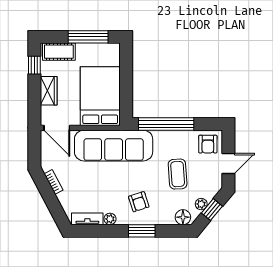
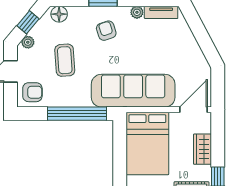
door: (57, 128) -> (194, 110), hinge flipped
armchair: (208, 144) -> (32, 92), turned 90
bookcase: (54, 182) -> (197, 52), removed
plant: (201, 204) -> (28, 42), moved

